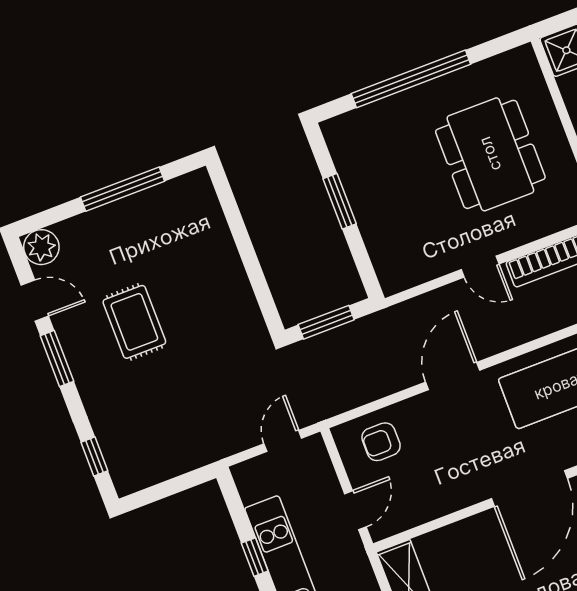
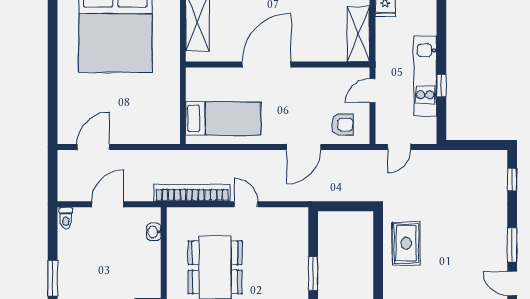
rug: (134, 322) -> (406, 243), moved
window: (326, 322) -> (348, 206), removed
door: (453, 376) -> (304, 147), moved

